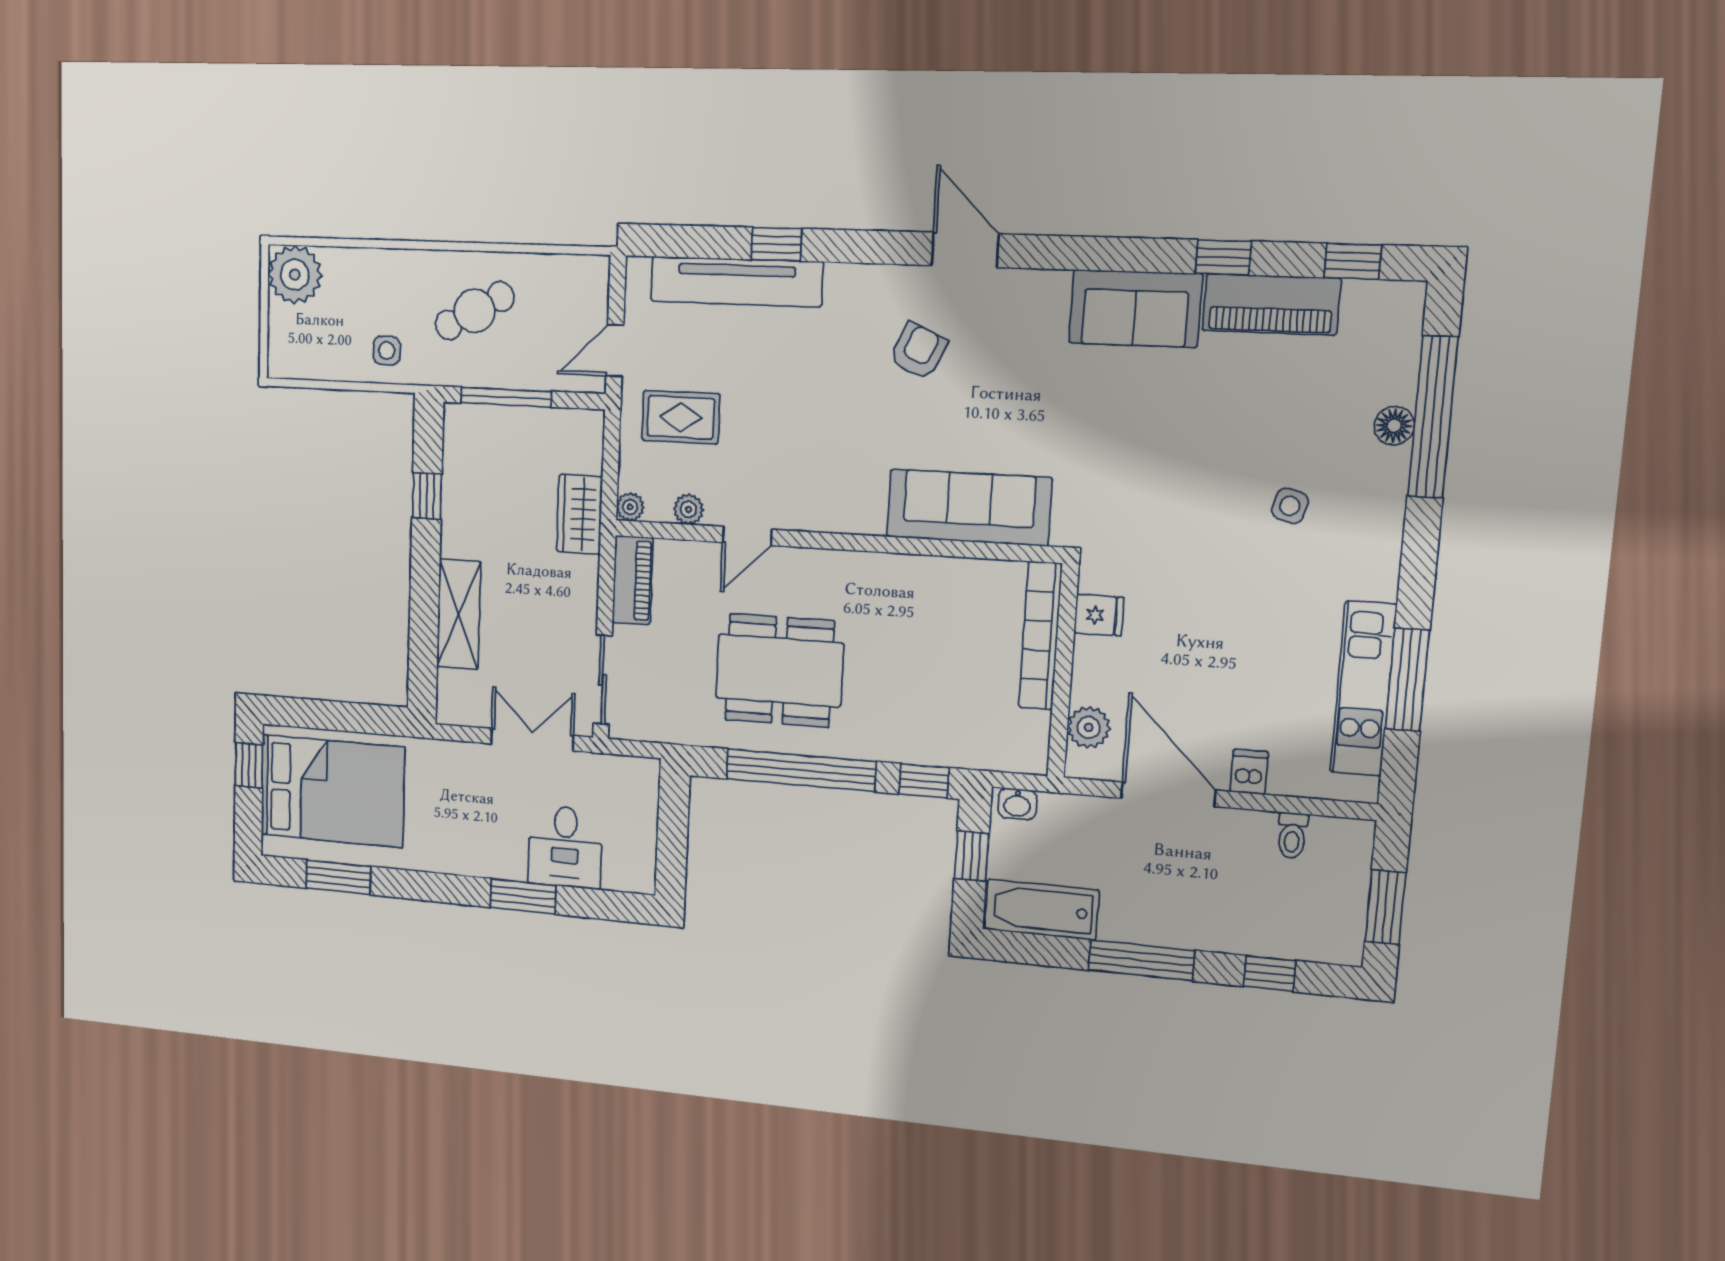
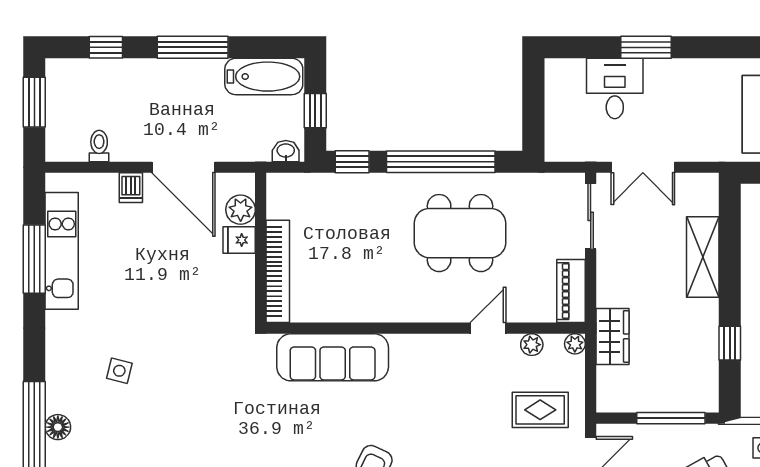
fridge: (1099, 615) -> (239, 240), moved

